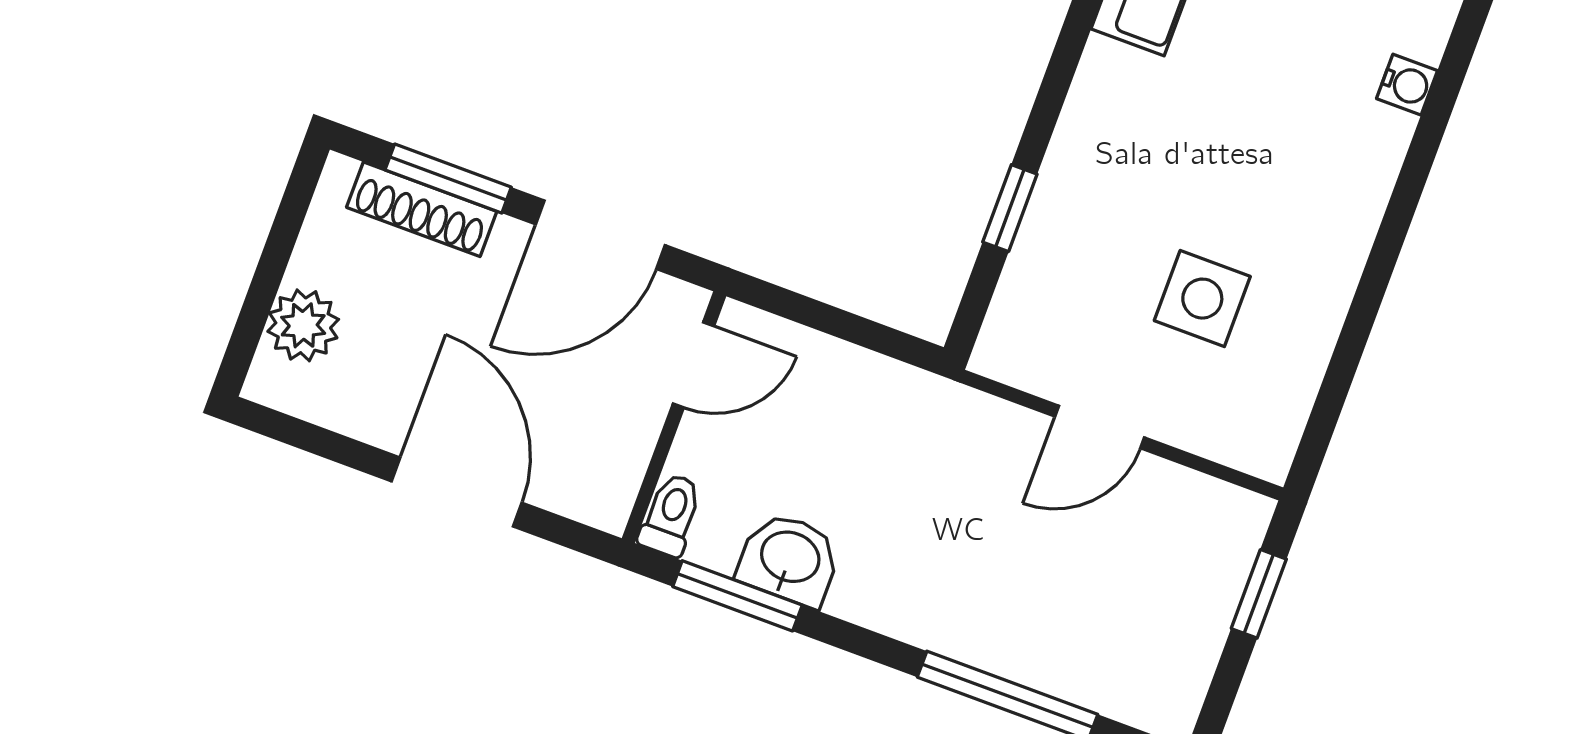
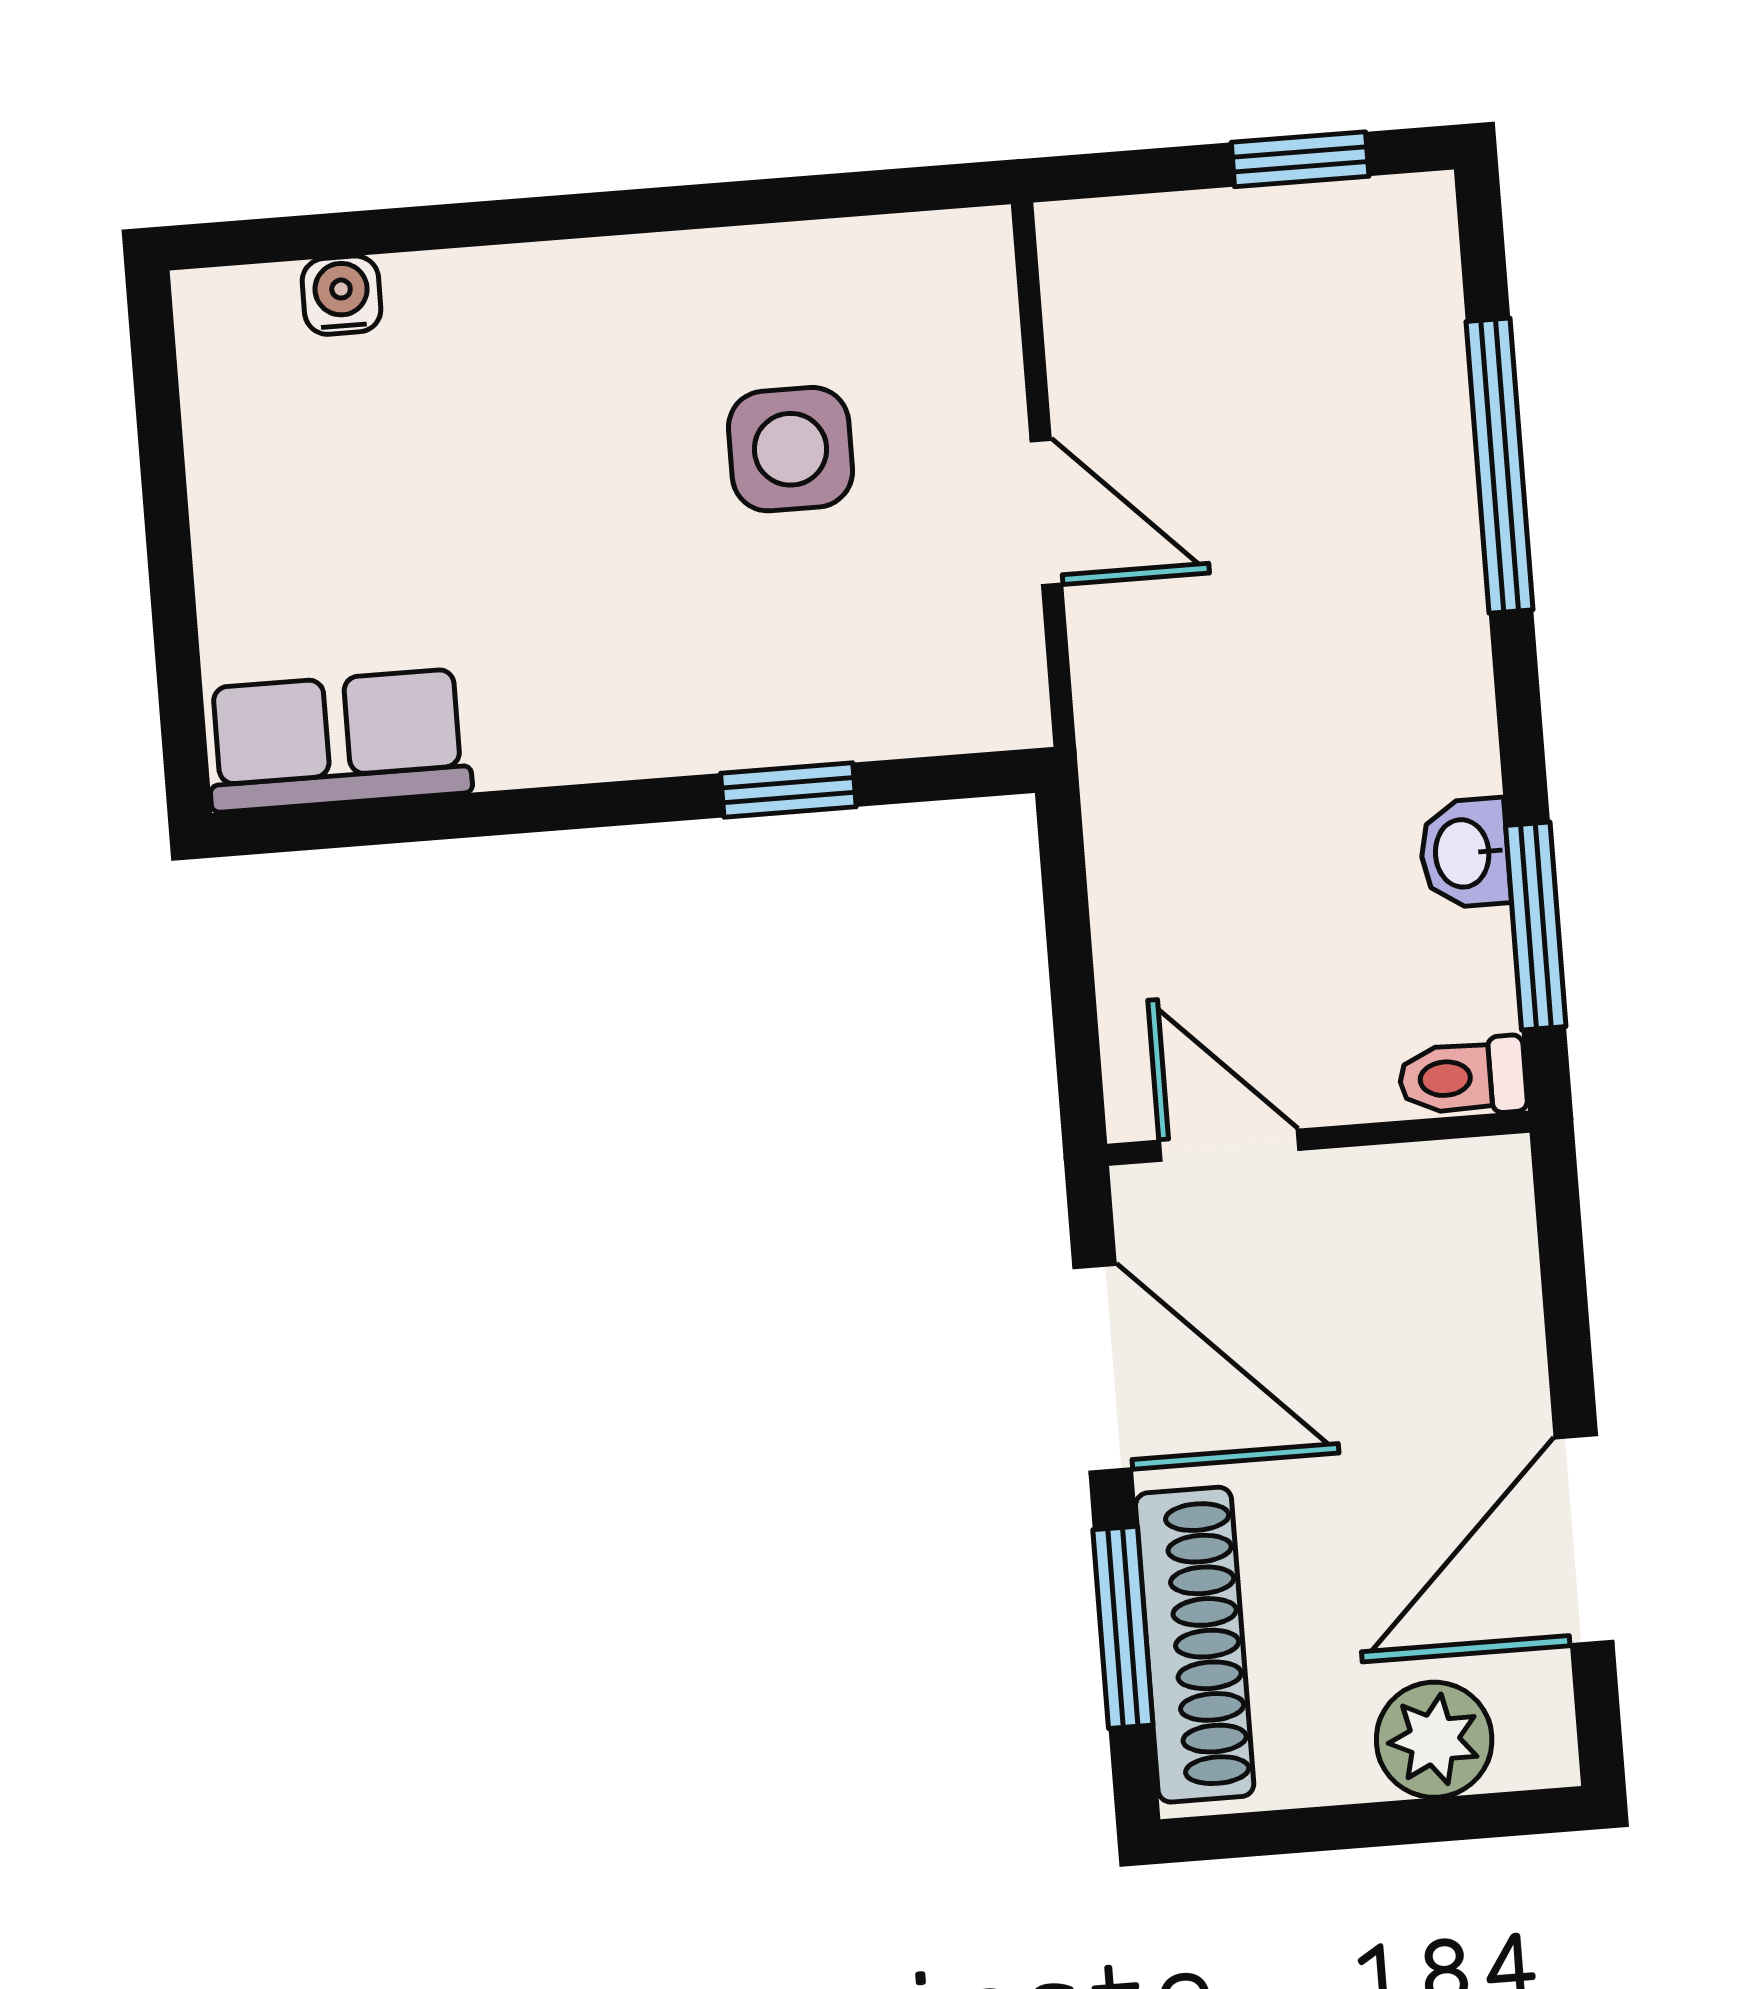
shoe rack: (422, 209) -> (1195, 1645), width x1.36, depth x1.24
door: (457, 492) -> (1584, 1540), moved
washbasin: (789, 559) -> (1465, 853), width x0.72, depth x0.69
window: (1259, 594) -> (1300, 159), moved

